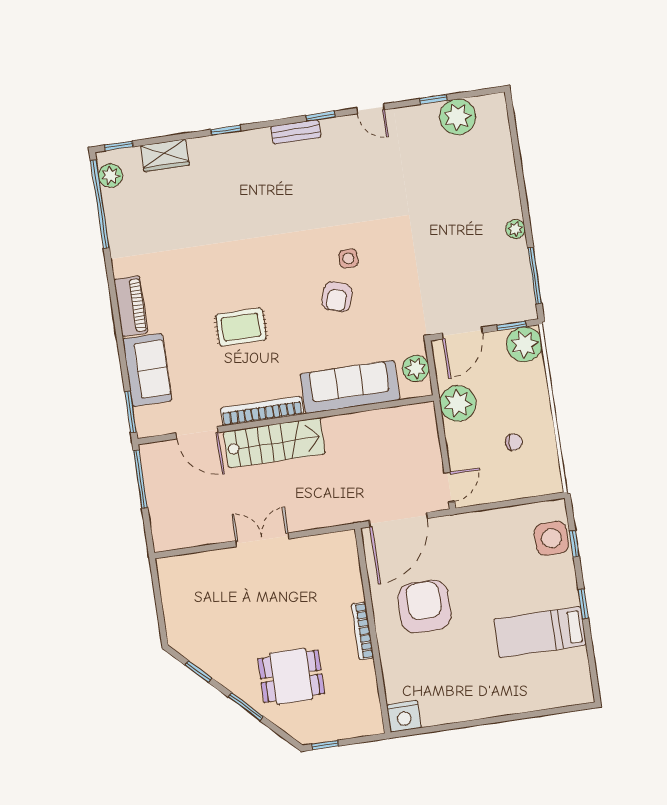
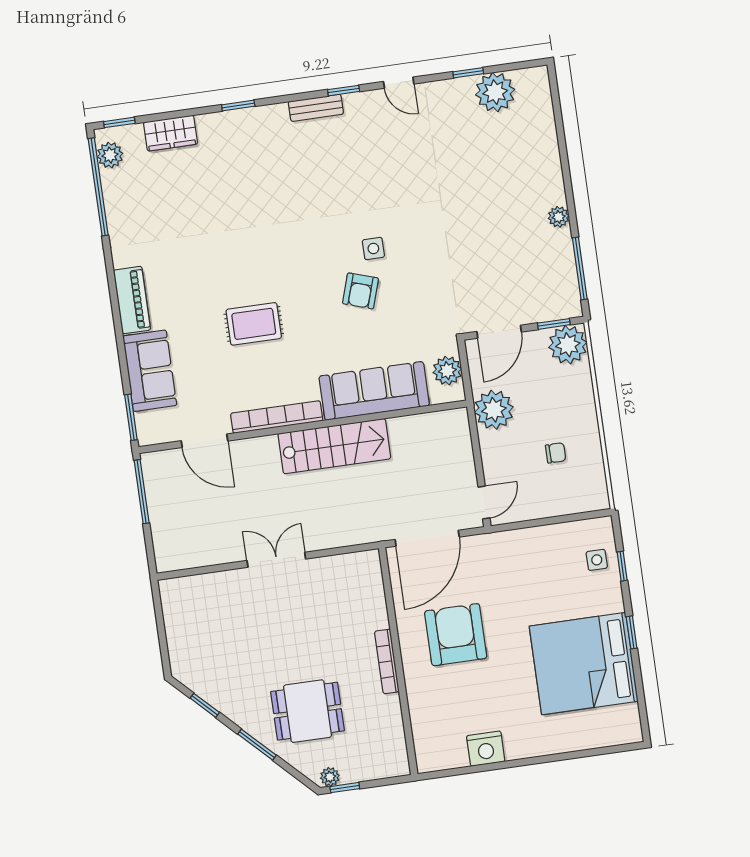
stairs: (274, 443) -> (334, 446), moved
side table: (551, 538) -> (597, 560), width x0.54, depth x0.54
bed: (540, 632) -> (584, 664), width x2.04
nightstand: (404, 716) -> (486, 749), moved
plant: (312, 735) -> (330, 777), added

